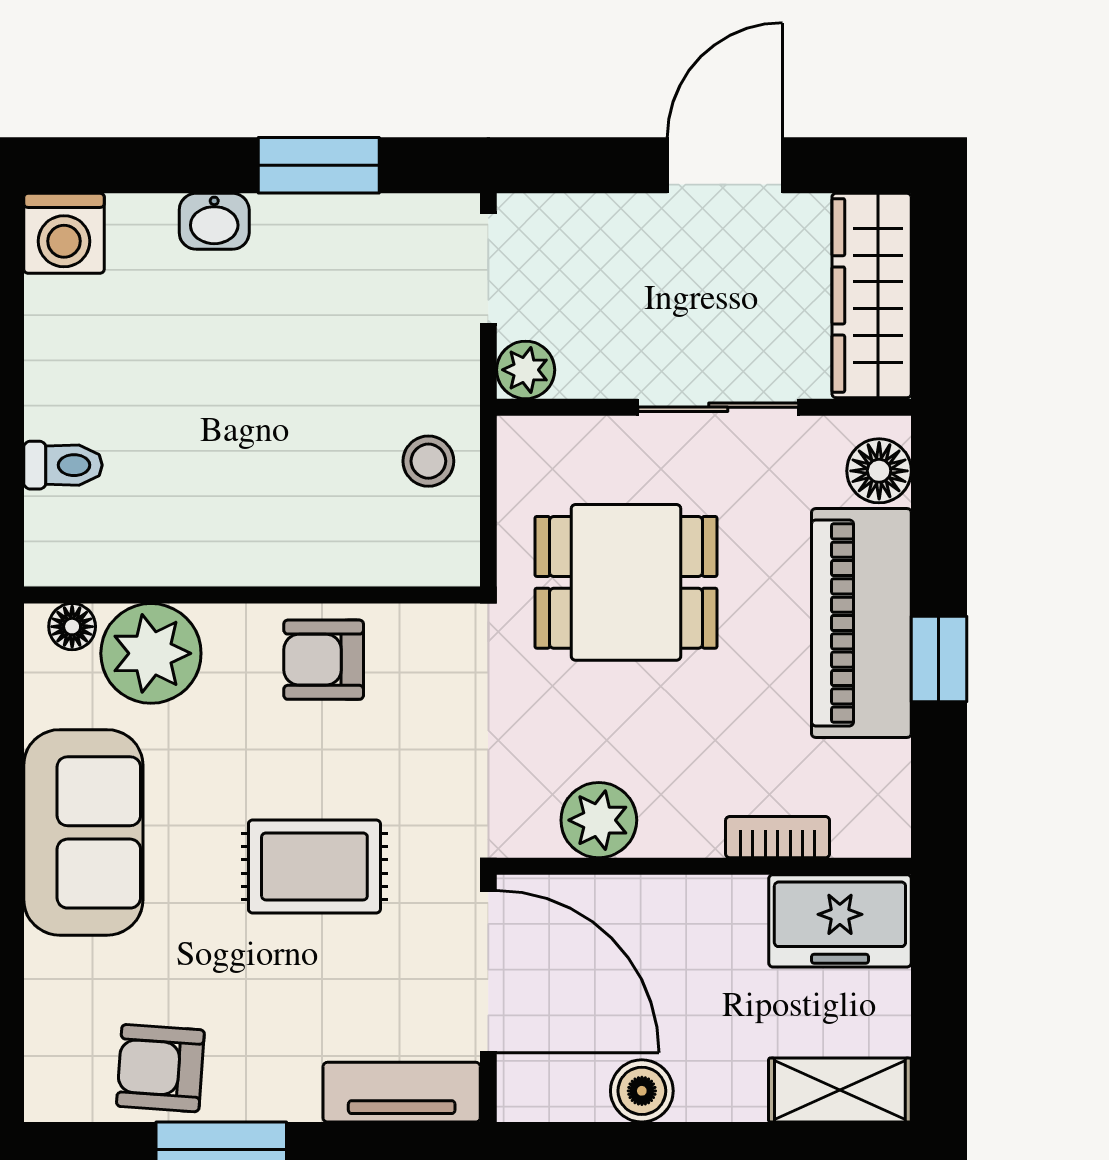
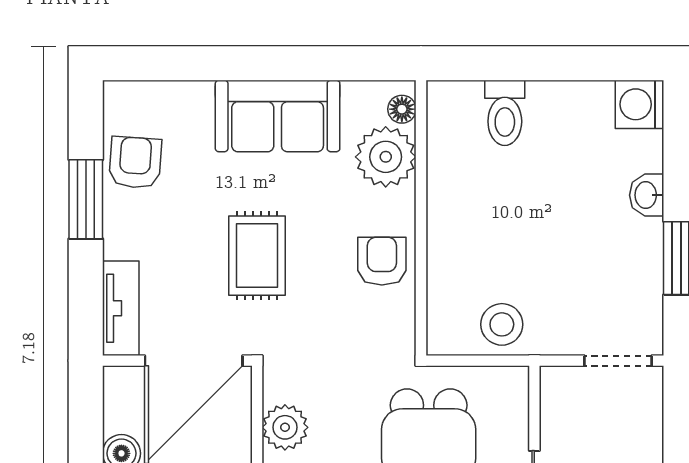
plant: (526, 370) -> (557, 383), removed
stool: (428, 461) -> (502, 324), width x1.37, depth x1.37
toilet: (63, 465) -> (505, 113), width x1.37, depth x1.39

